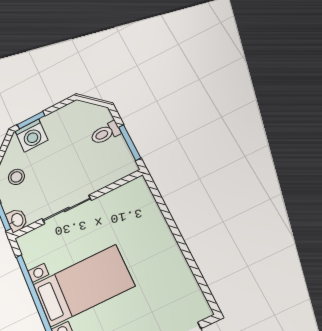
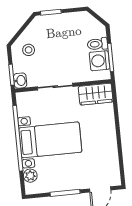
washing machine: (32, 136) -> (99, 61), moved, turned 90
wardrobe: (126, 198) -> (96, 94), added

